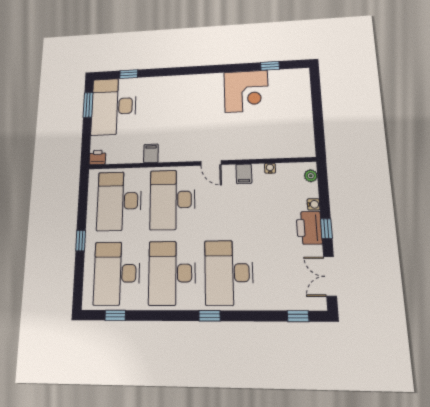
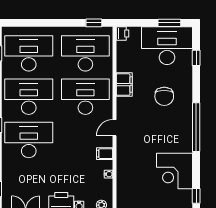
window: (270, 66) -> (196, 196), moved
window: (209, 69) -> (196, 127), added
corner desk: (246, 91) -> (175, 171), moved
chair: (173, 107) -> (164, 96), added
filing cabinet: (151, 153) -> (124, 85), width x2.00
window: (81, 241) -> (94, 23), moved

